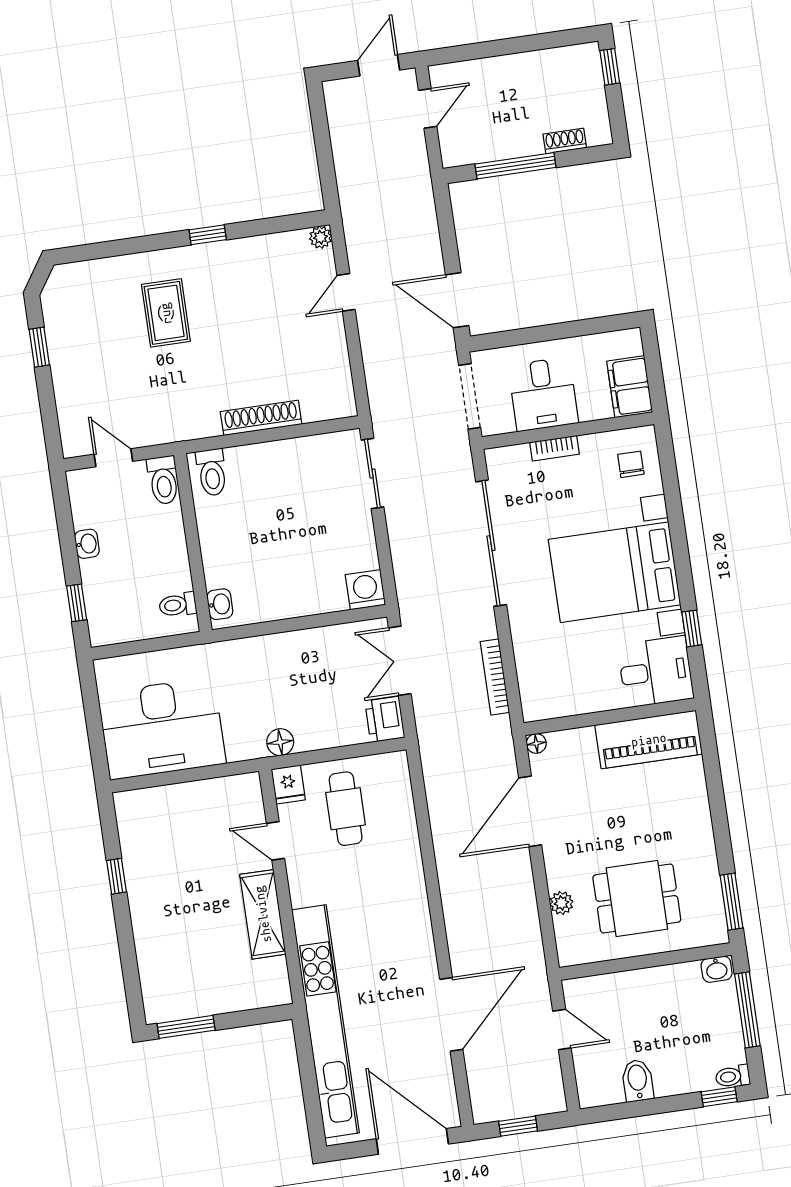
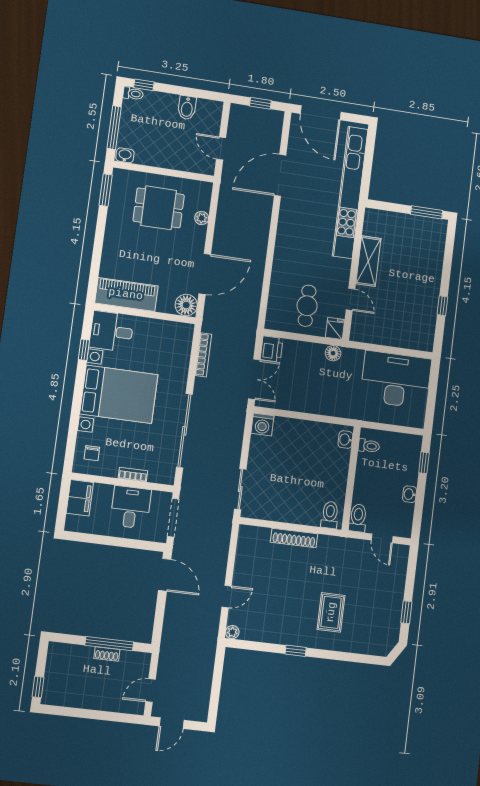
shoe rack: (565, 141) -> (107, 654), moved
floor lamp: (536, 743) -> (186, 305), width x1.89, depth x1.89

